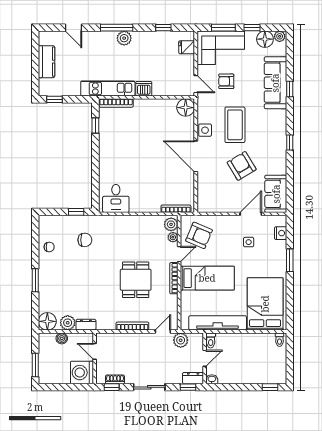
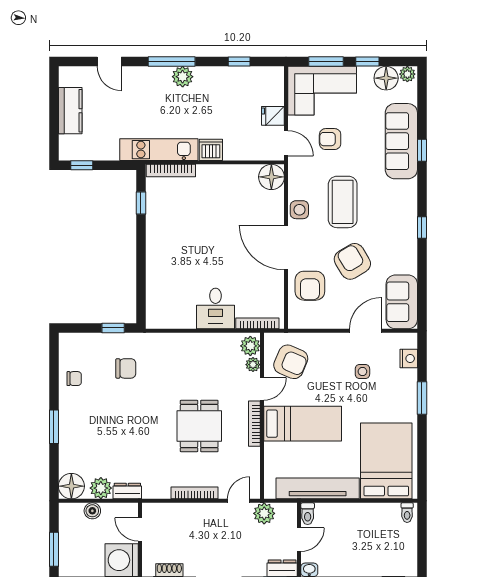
fridge: (187, 47) -> (273, 116), moved
armchair: (212, 183) -> (310, 286), added
desk: (116, 198) -> (215, 308), moved

